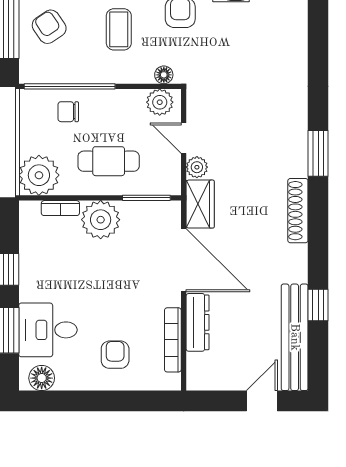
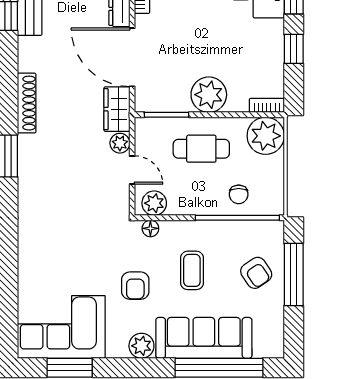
chair: (68, 112) -> (239, 194), turned 90
bookcase: (60, 208) -> (267, 105), moved

